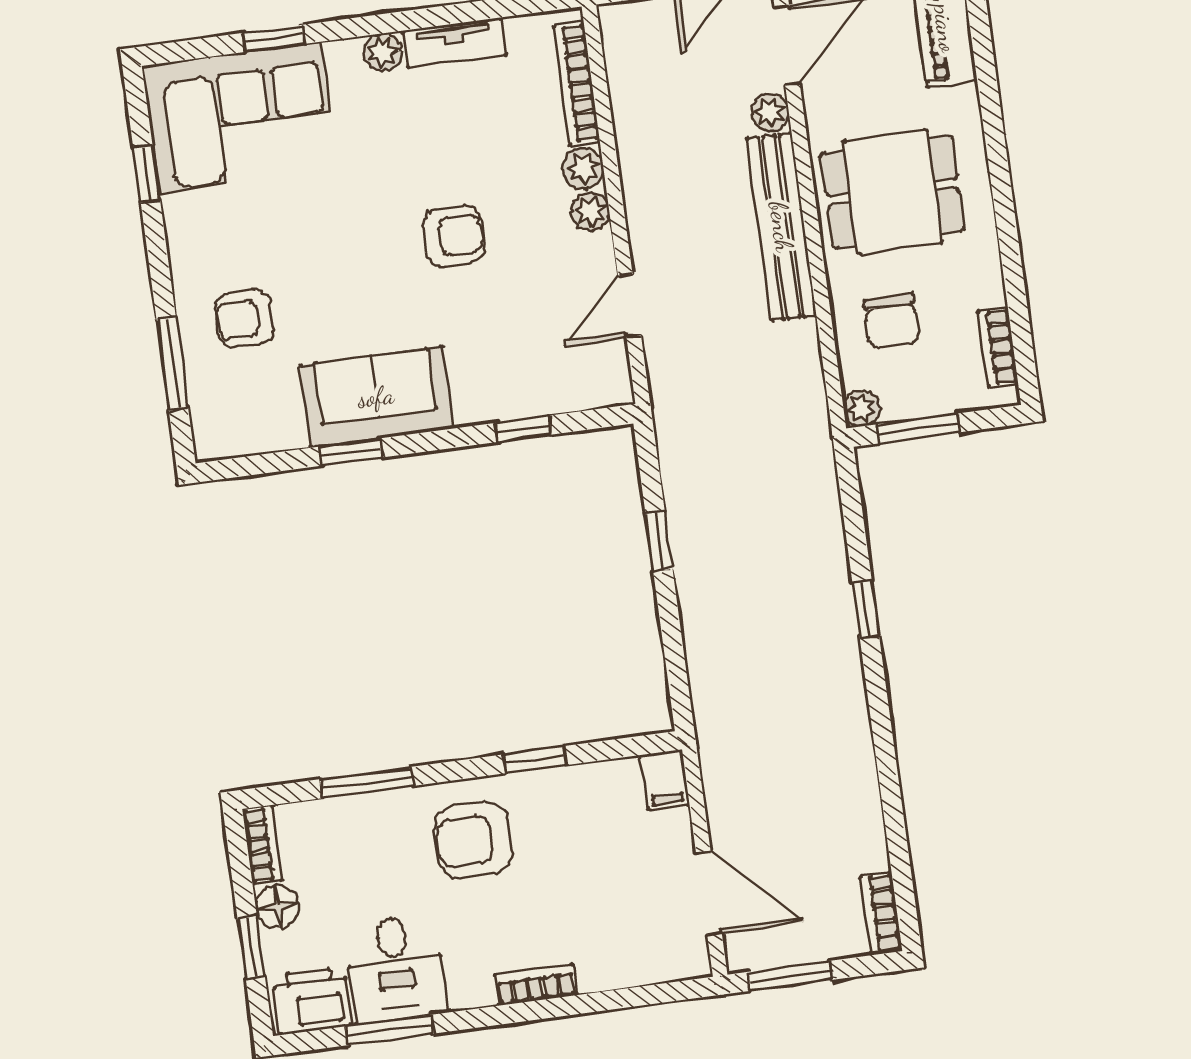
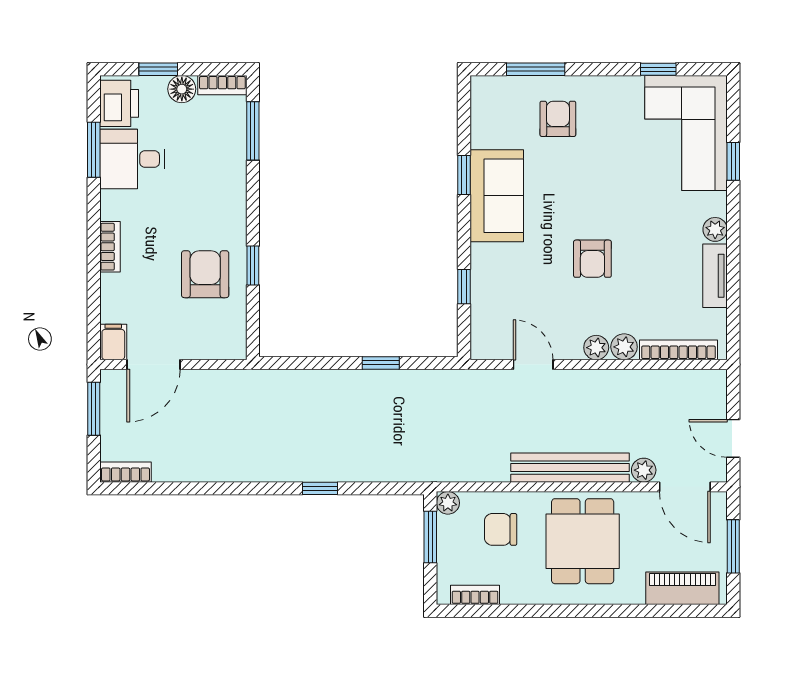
filing cabinet: (665, 780) -> (113, 342), moved, turned 90
window: (367, 782) -> (253, 131), moved
armchair: (473, 840) -> (205, 274), moved

